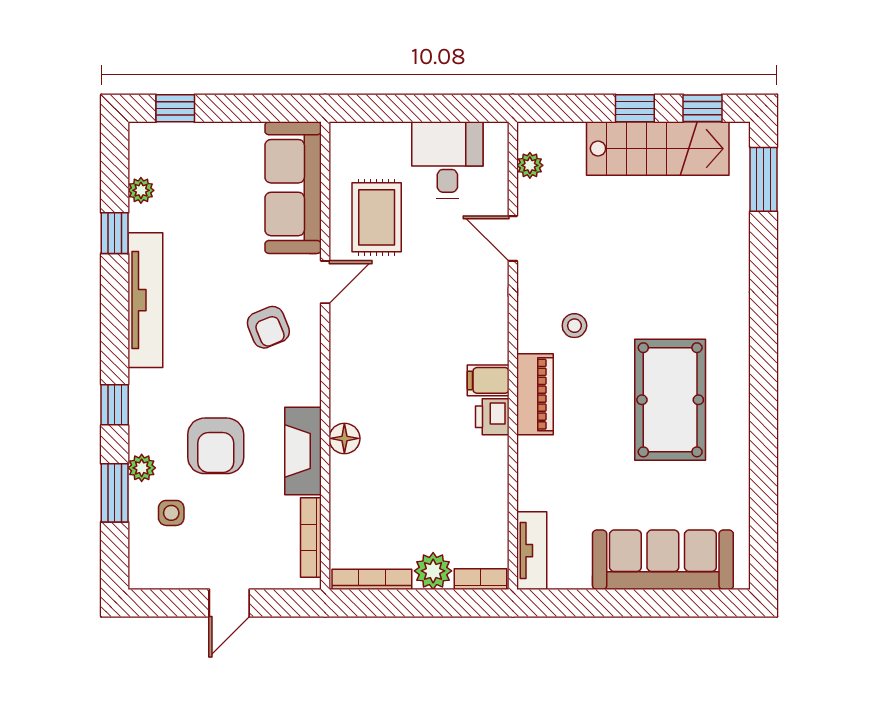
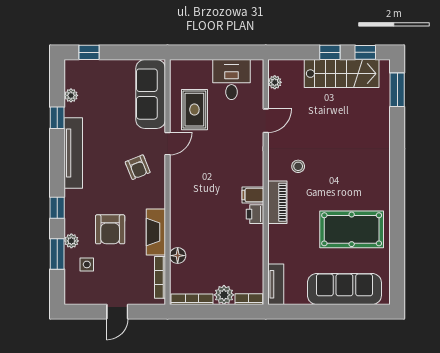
door: (513, 238) -> (266, 121), swing flipped
pool table: (670, 400) -> (352, 229), moved, turned 90
floor lamp: (344, 438) -> (178, 256), moved

